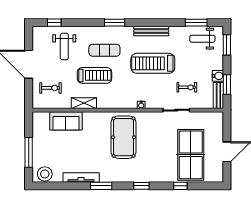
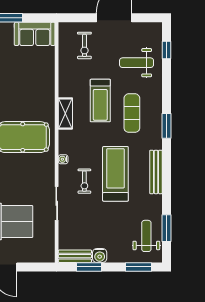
exercise bike: (187, 87) -> (84, 181), moved
shelving: (84, 103) -> (65, 113), moved
sofa: (66, 121) -> (35, 34), moved, turned -90

